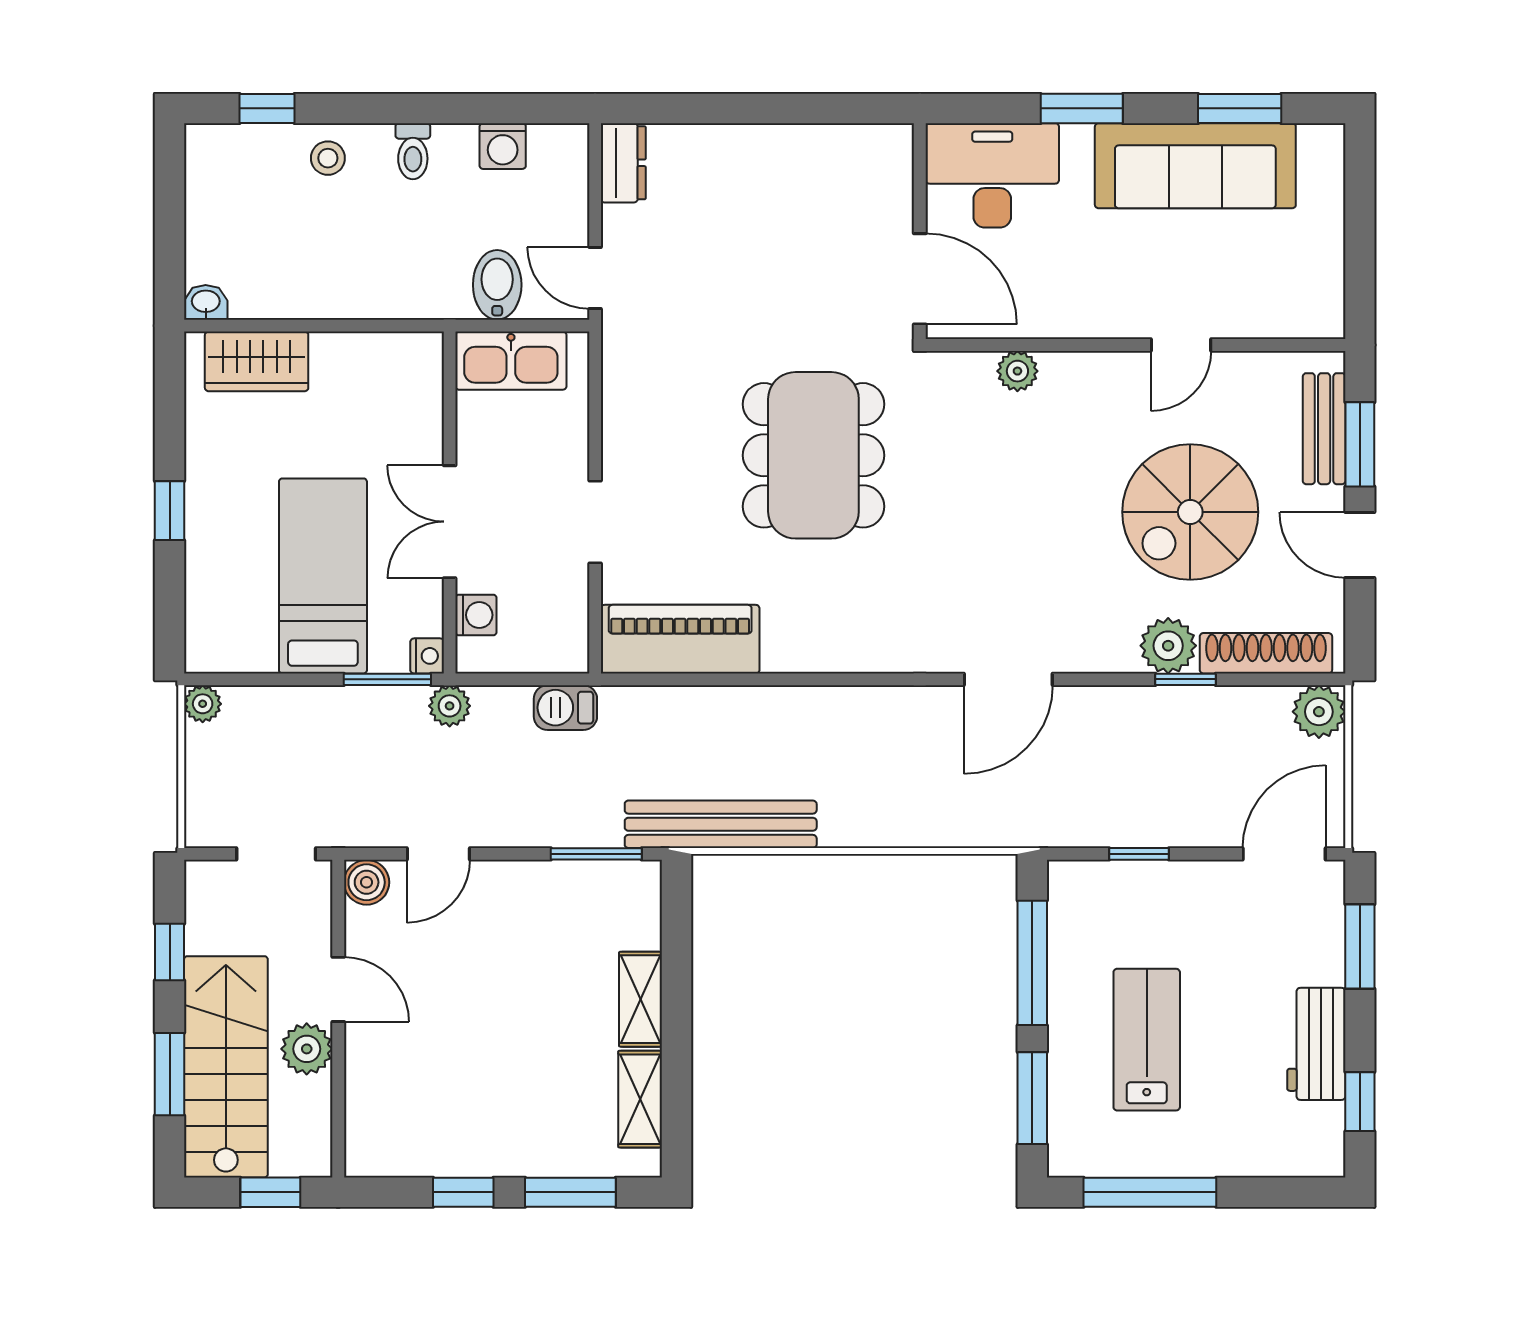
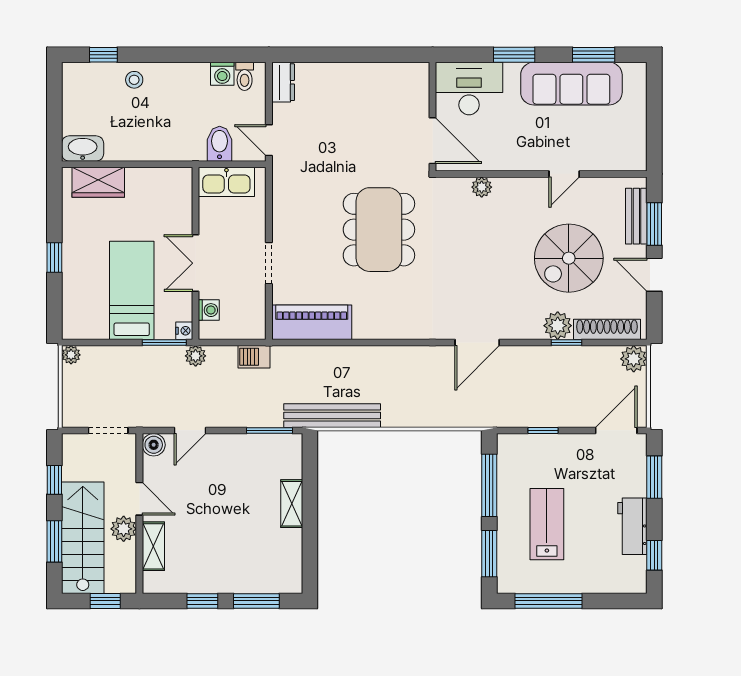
toilet: (413, 151) -> (245, 76), moved
washbasin: (206, 302) -> (83, 149), width x1.91, depth x1.45
shelving: (640, 1099) -> (153, 546), moved

